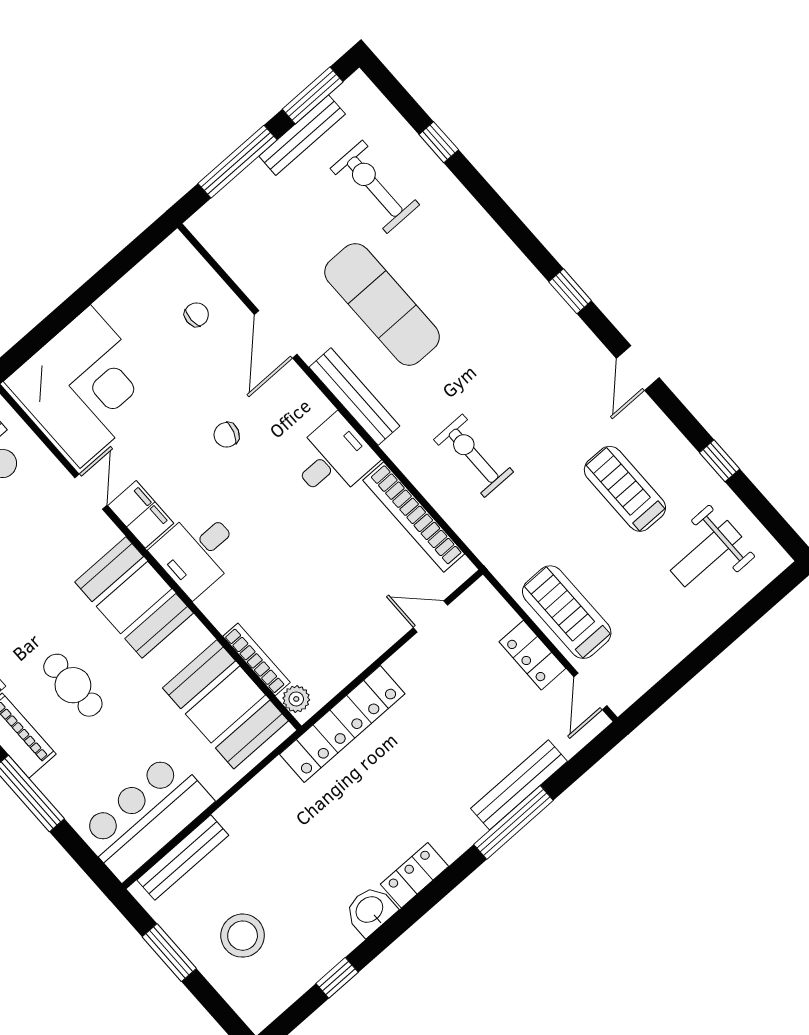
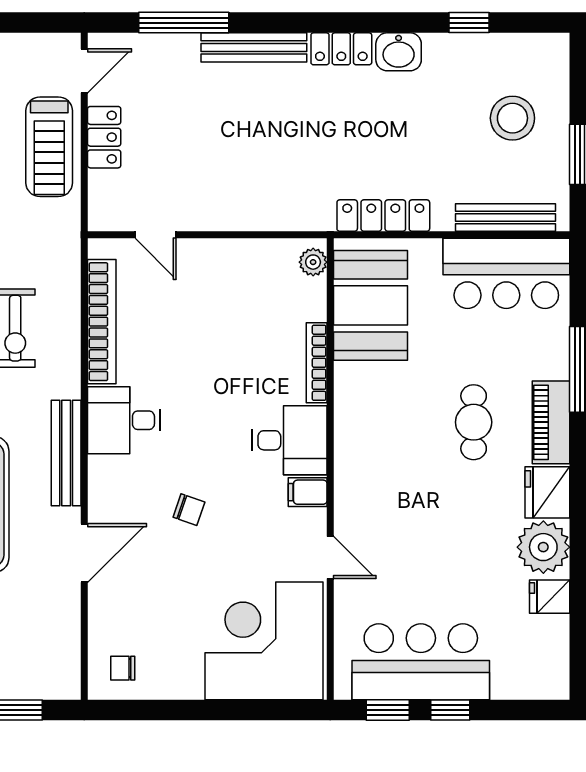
chair: (196, 315) -> (123, 668), moved
door: (91, 492) -> (330, 557), swing flipped
filing cabinet: (141, 514) -> (308, 492), width x0.50
booth: (134, 598) -> (368, 448), removed
bookcase: (257, 659) -> (317, 363), moved
locker: (342, 724) -> (383, 216), moved, width x0.71, depth x0.83
bench: (519, 785) -> (254, 47), moved
window: (514, 822) -> (184, 23), moved

